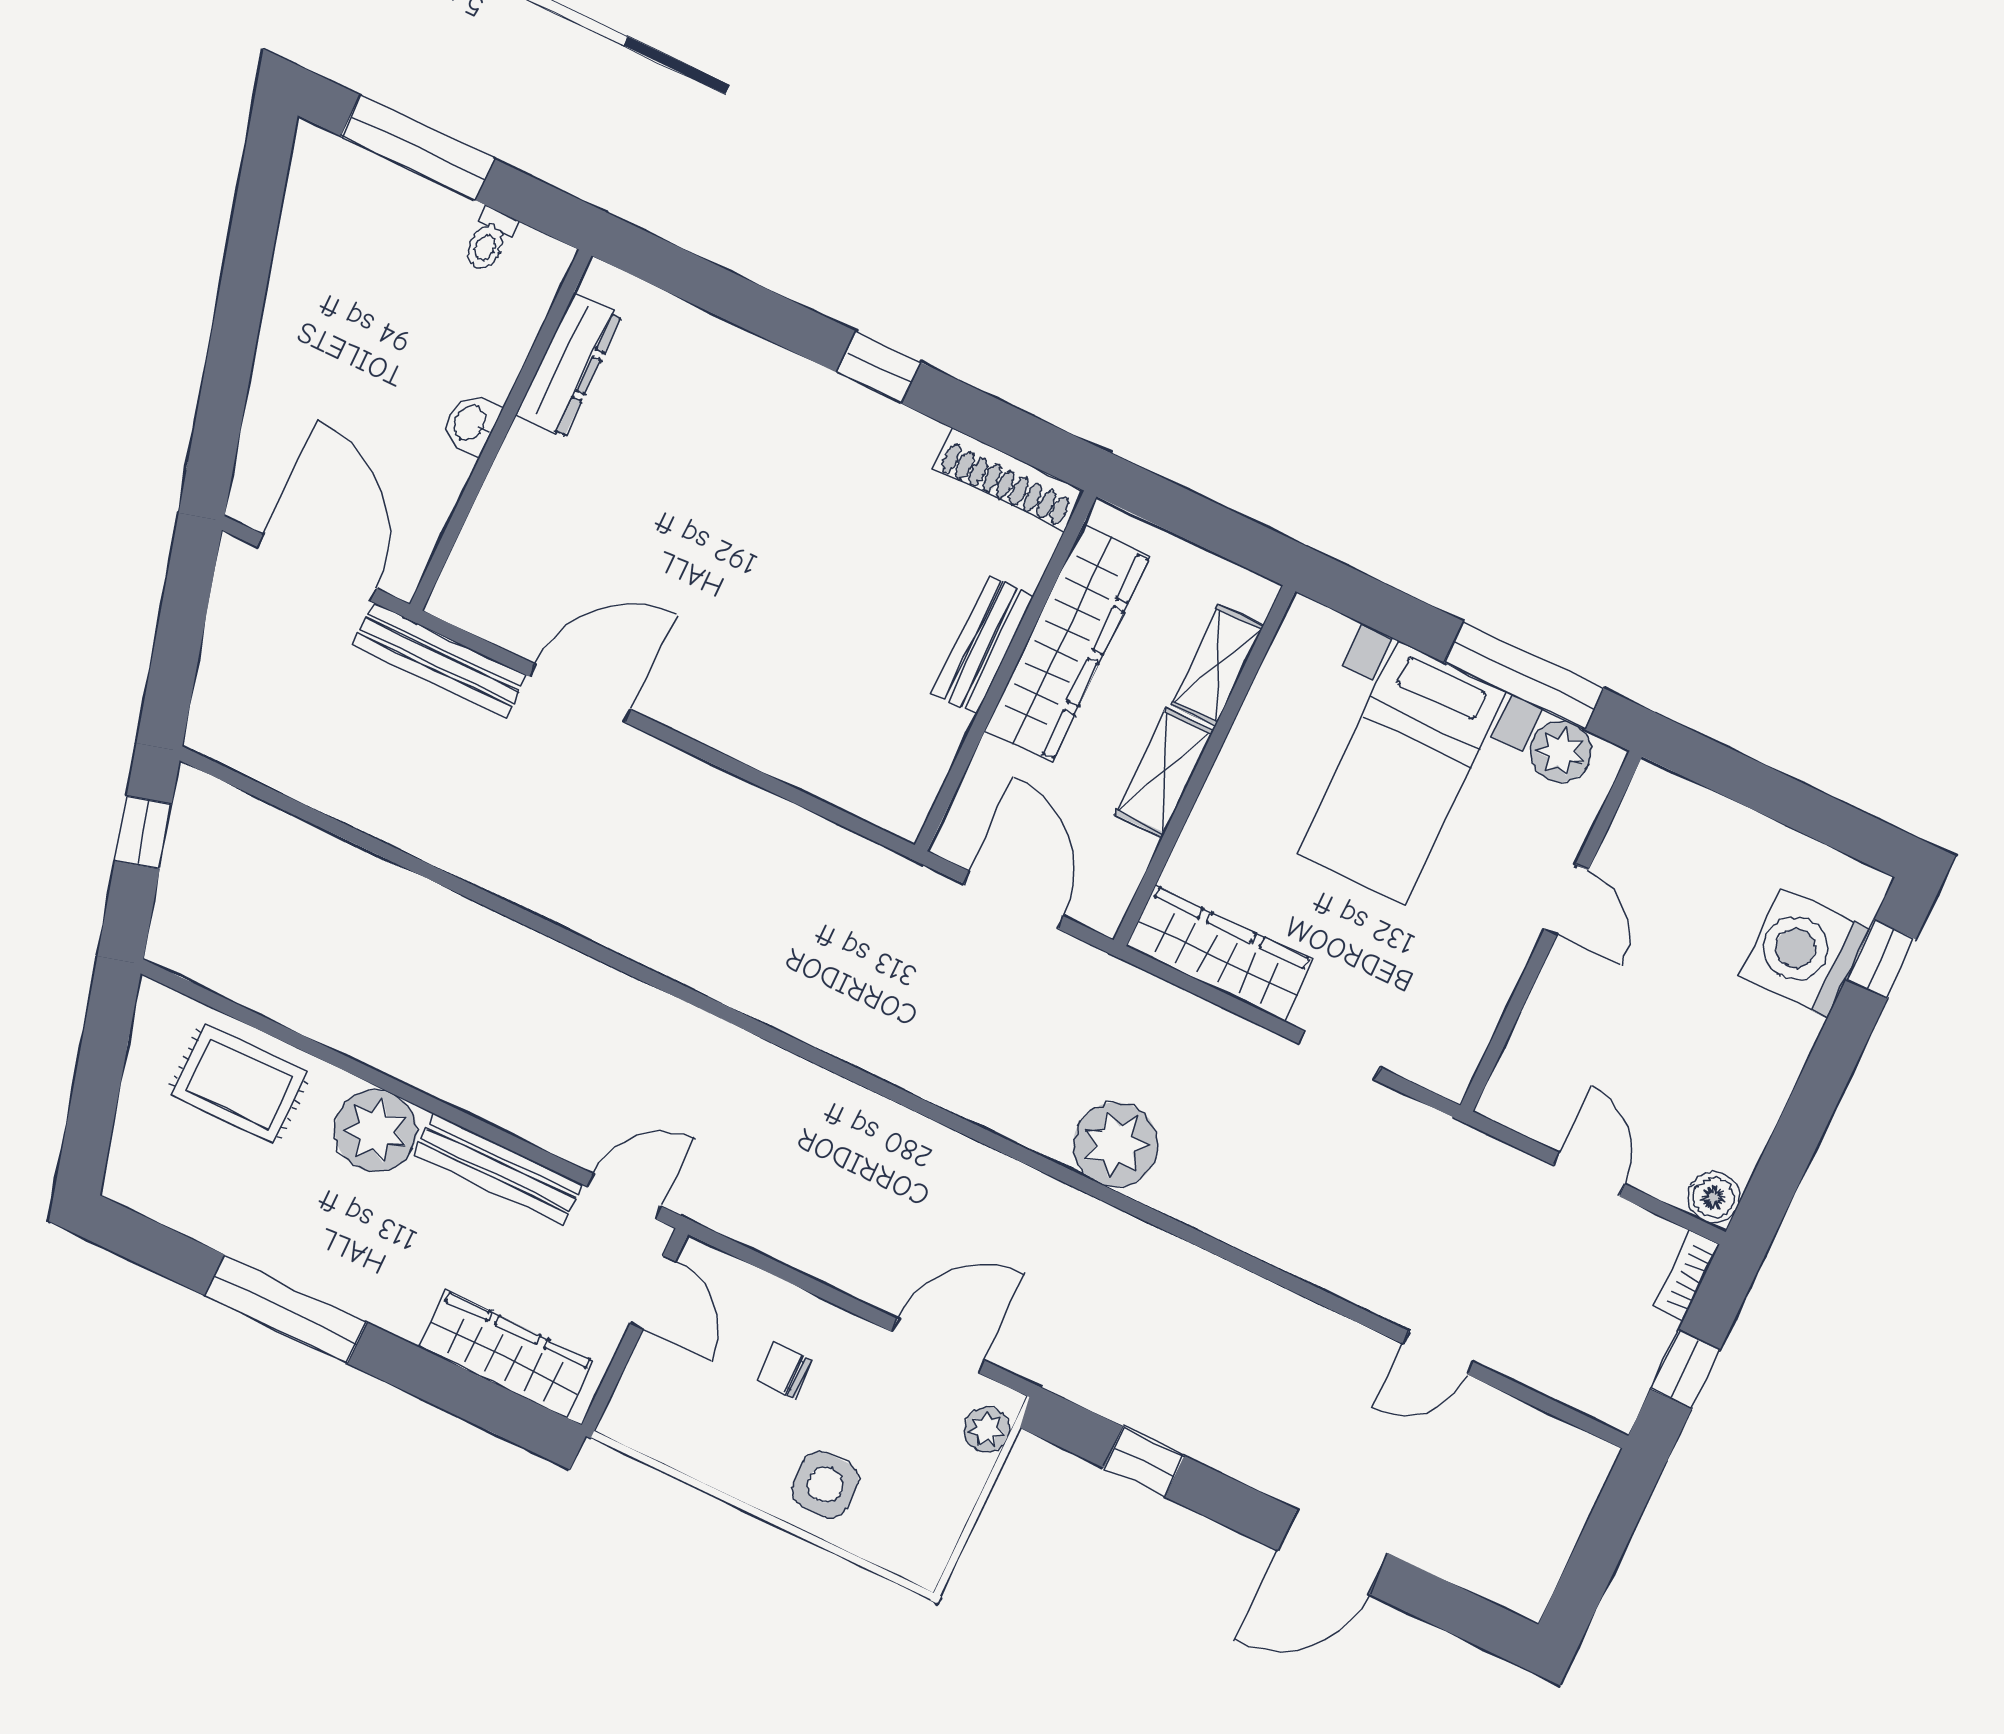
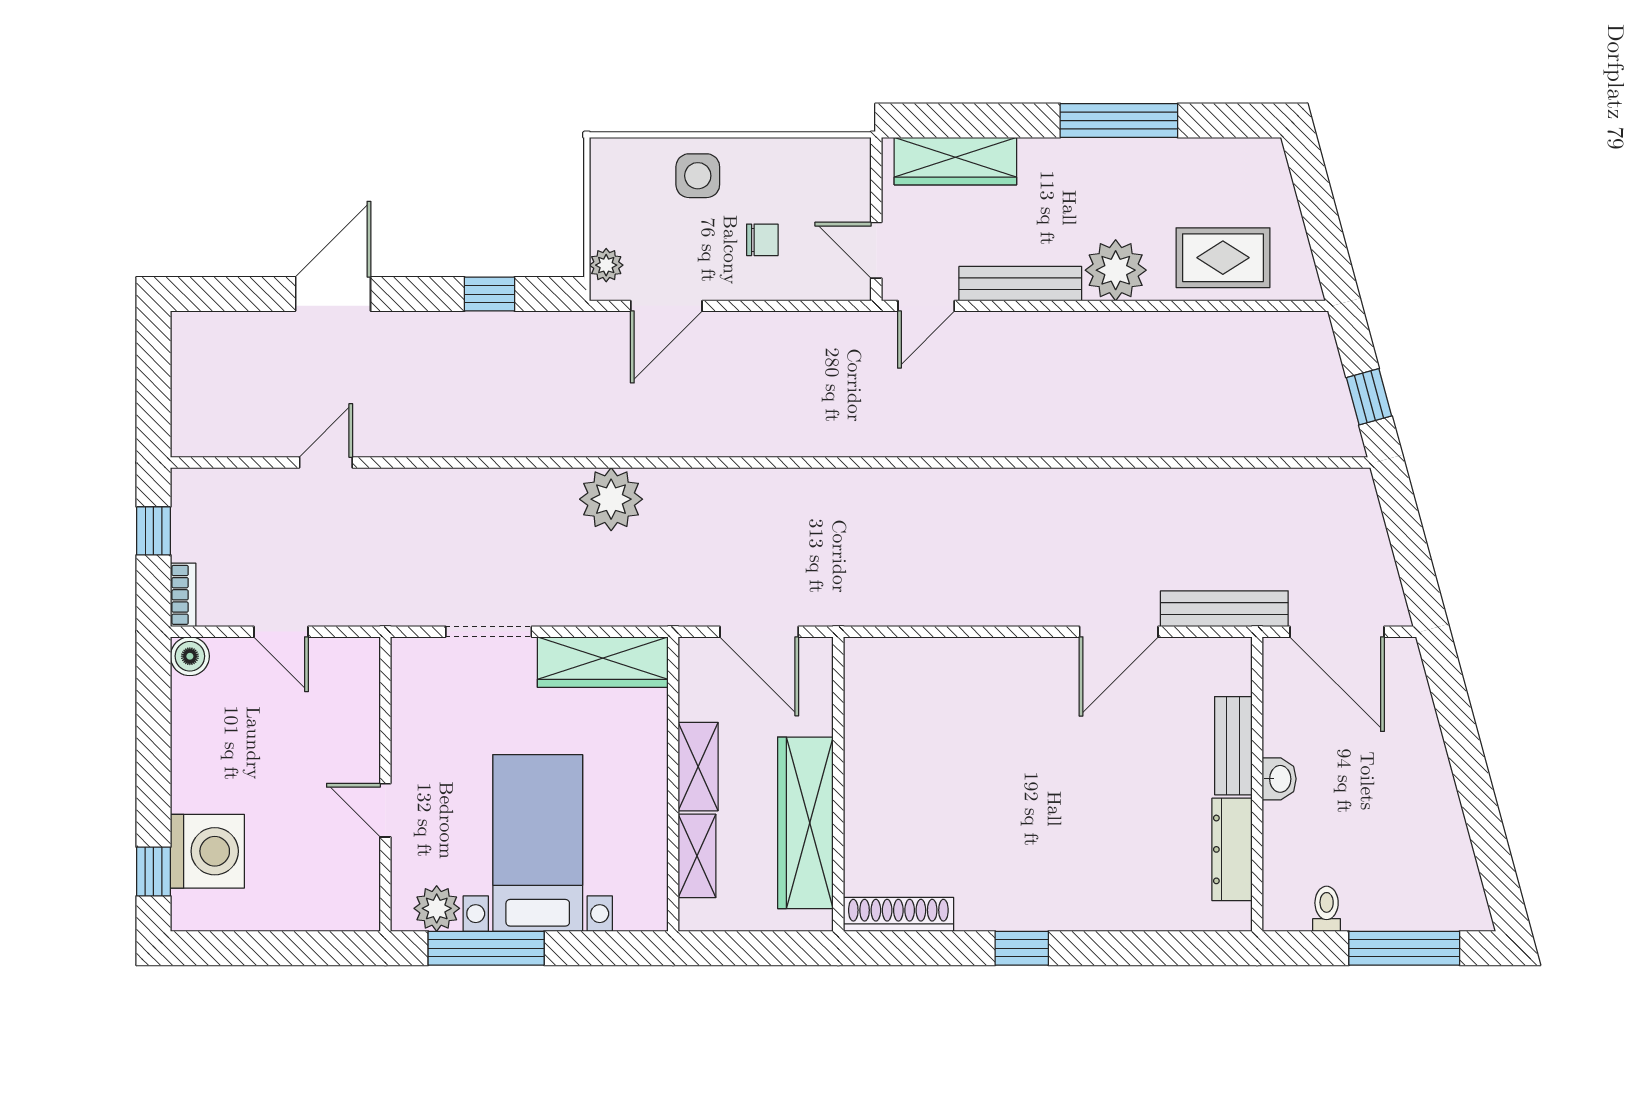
bench: (983, 645) -> (1233, 746), moved
doorway: (1339, 1055) -> (489, 632), width x1.38

